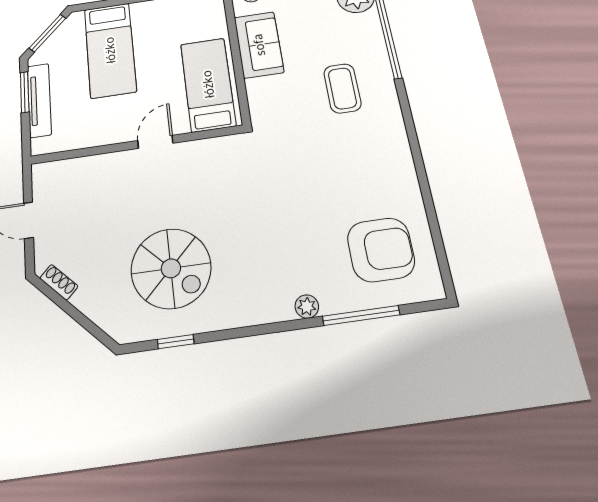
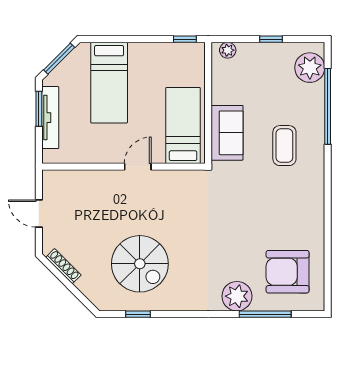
sofa: (259, 45) -> (227, 133), moved
armchair: (381, 250) -> (288, 272), turned 180
shoe rack: (59, 282) -> (63, 266), width x1.43
plant: (307, 307) -> (237, 296), width x1.88, depth x1.88

